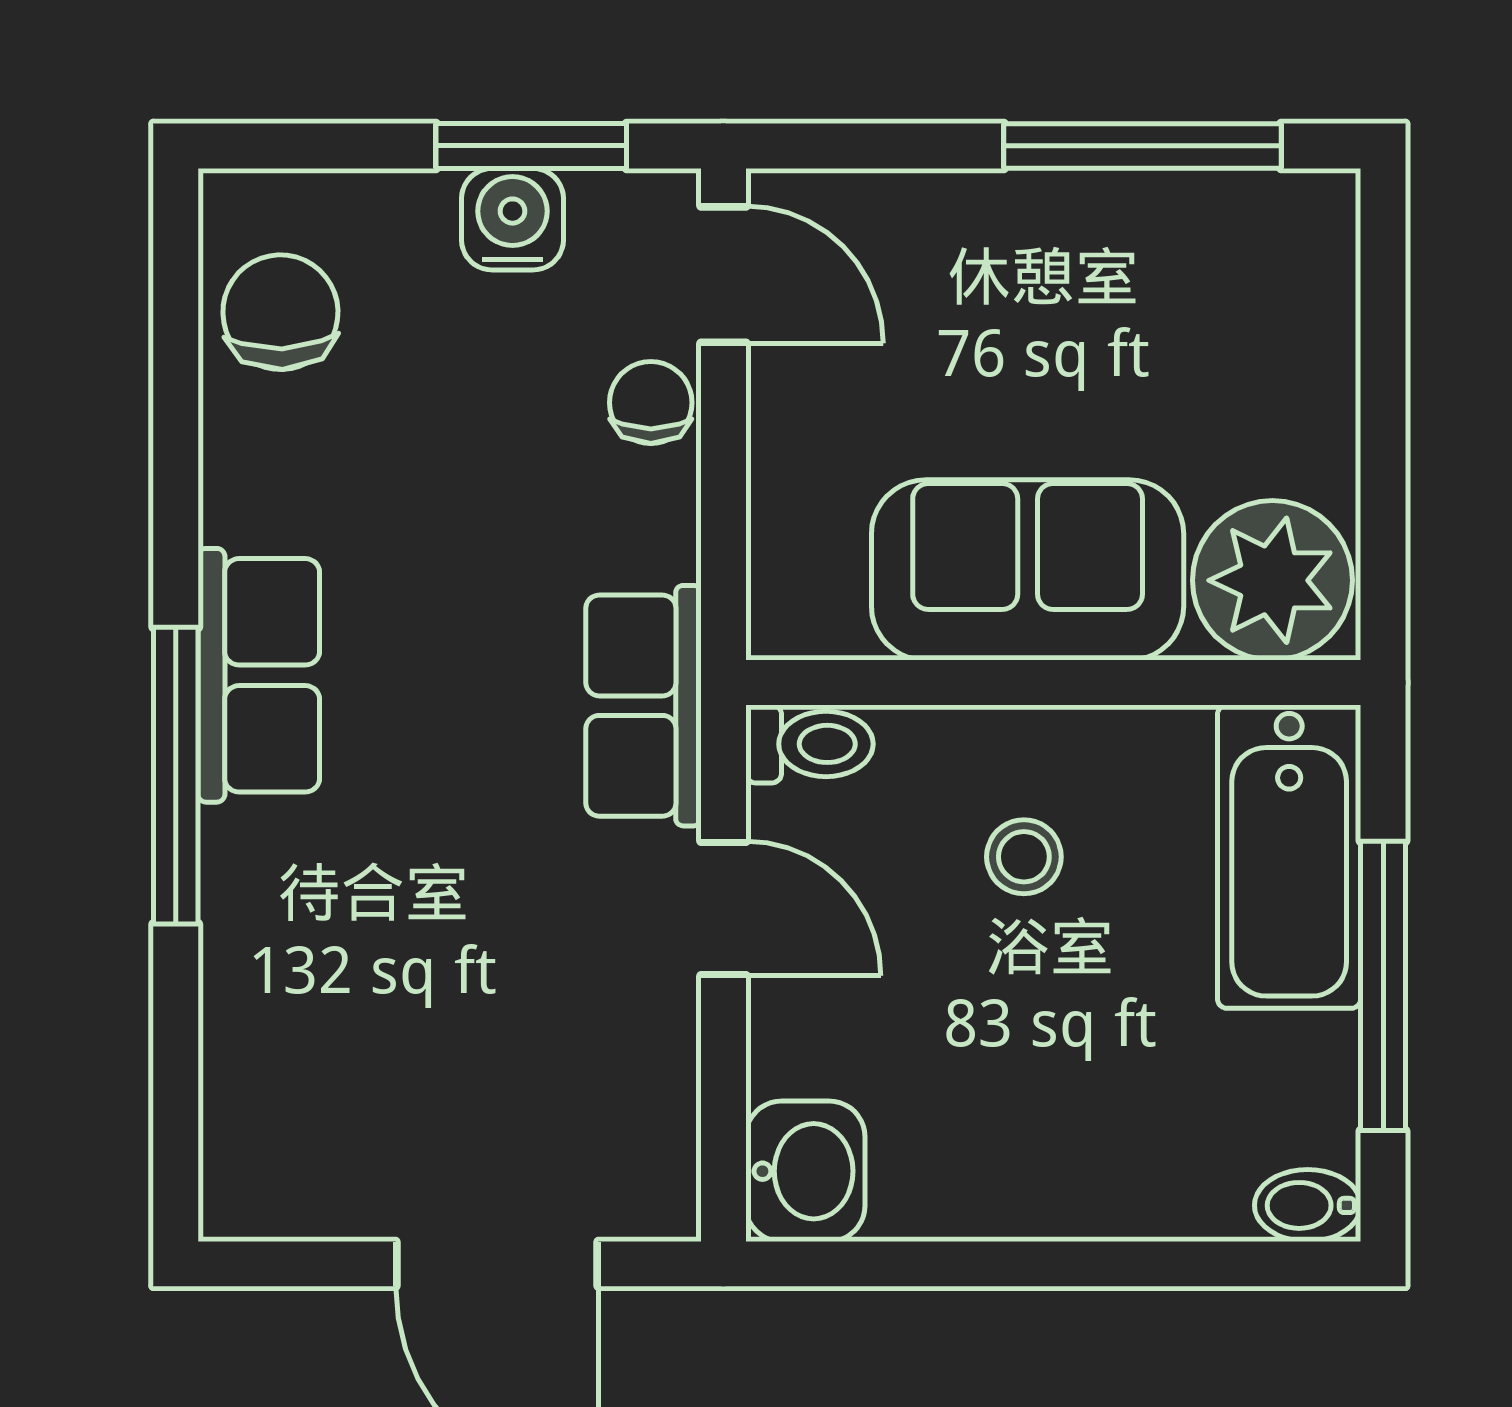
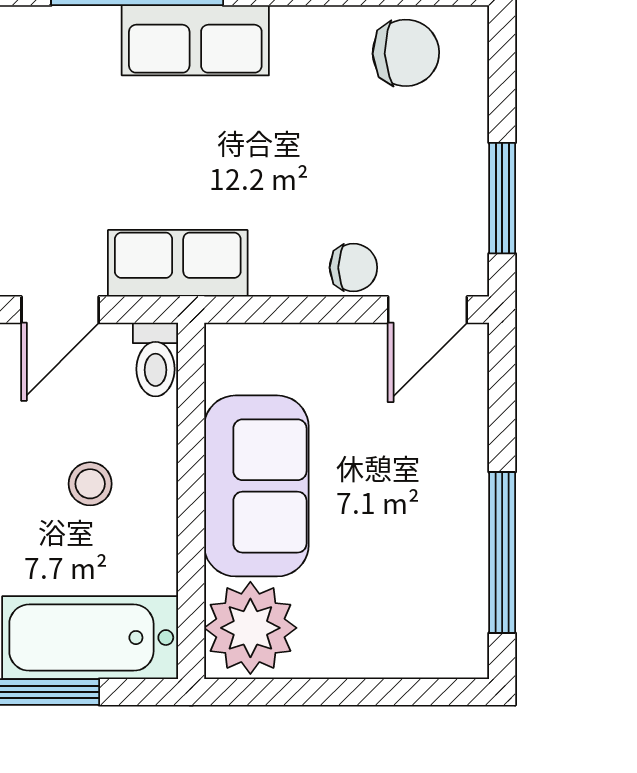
water cooler: (512, 219) -> (460, 187), removed

